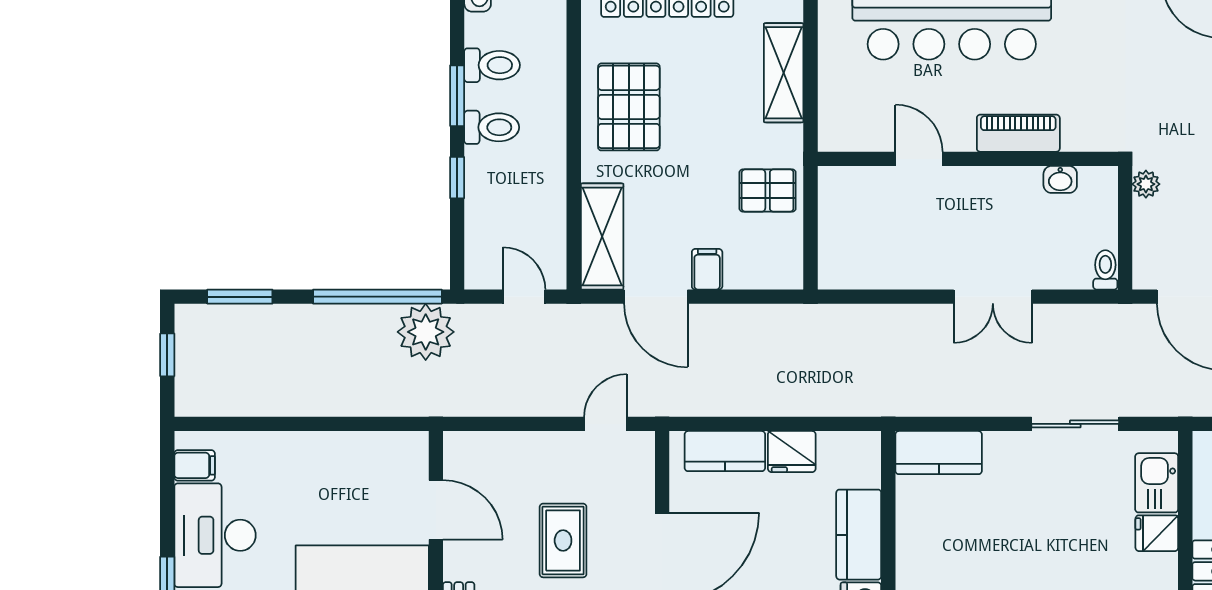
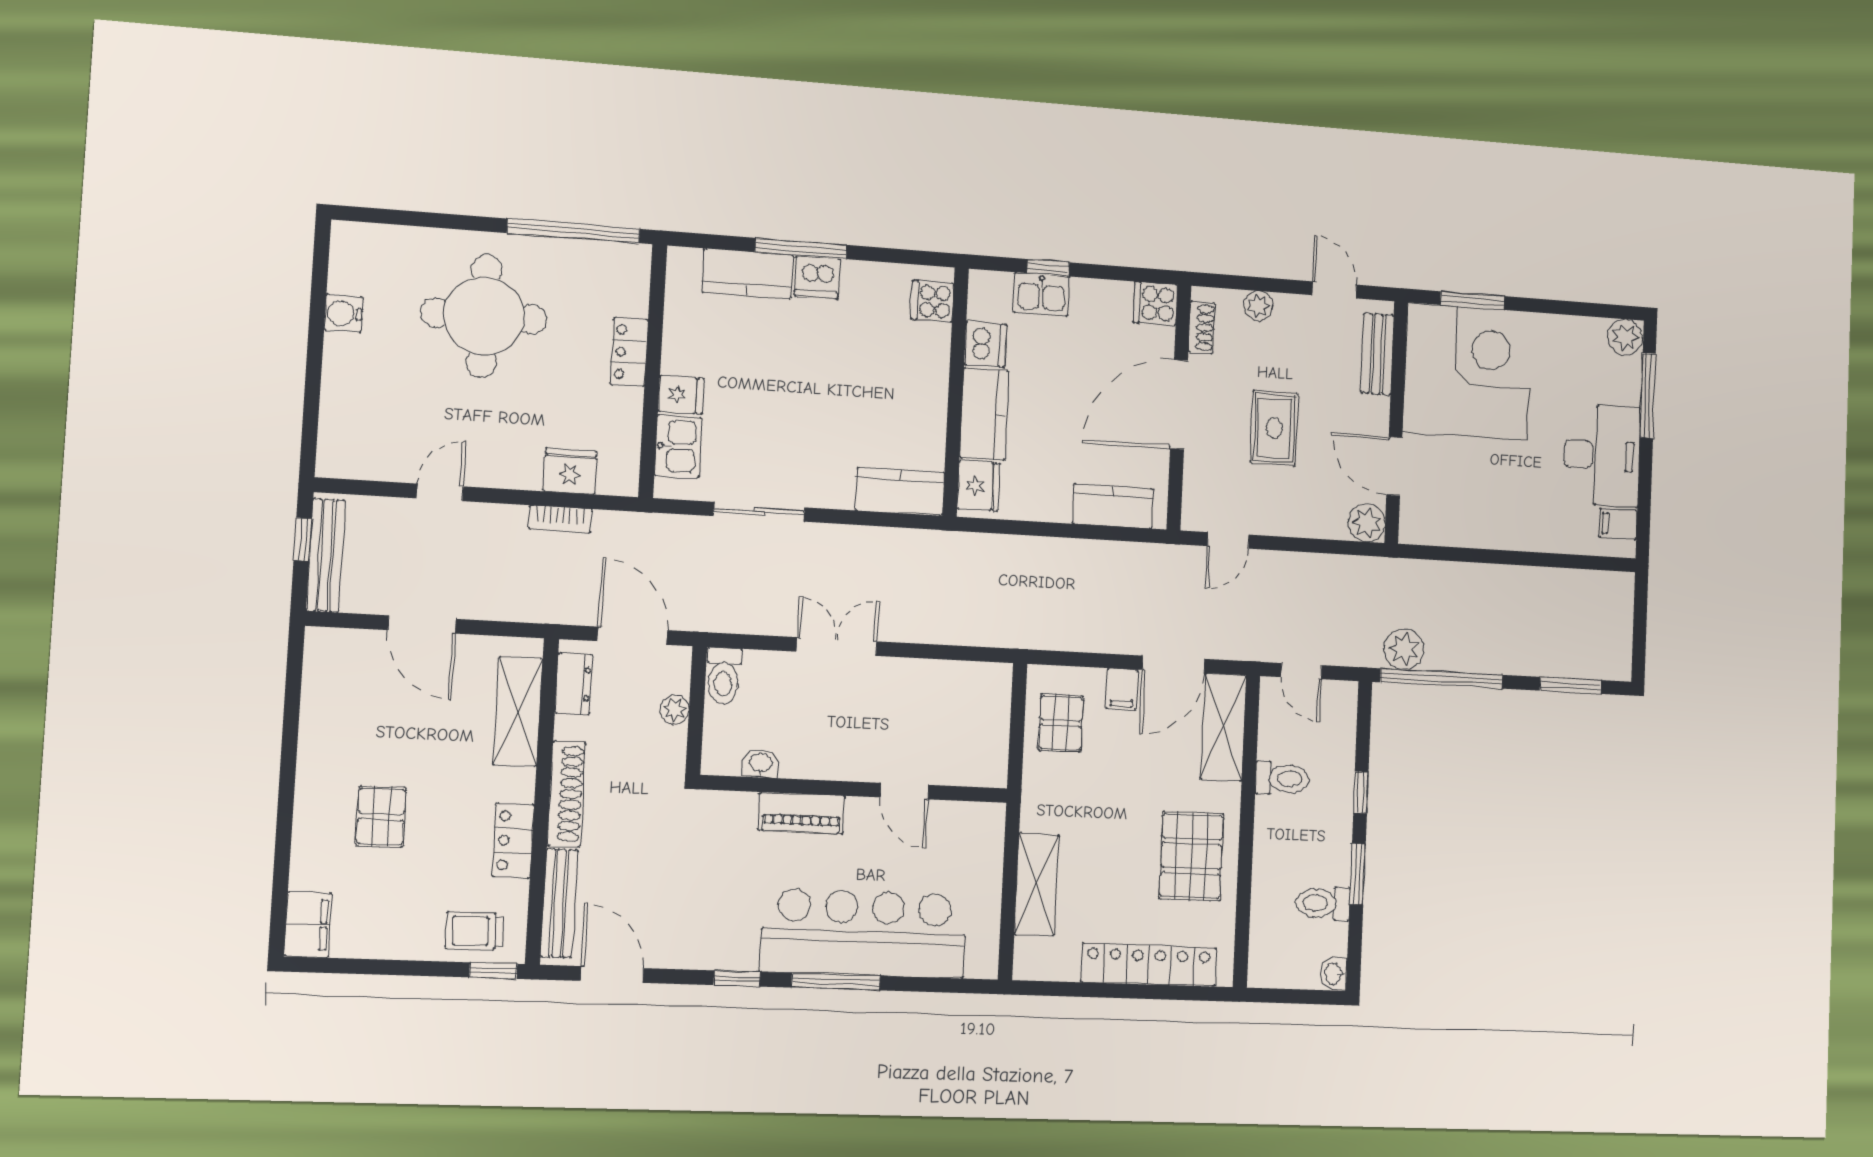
toilet: (492, 127) -> (1282, 779), moved, turned 180
plant: (1146, 184) -> (675, 710), moved
pallet: (768, 191) -> (1061, 723), moved, turned 90
toilet: (1105, 270) -> (723, 676), width x1.37, depth x1.39
door: (656, 297) -> (1174, 664), swing flipped
plant: (426, 332) -> (1404, 649), width x0.73, depth x0.73
window: (167, 355) -> (1640, 632), removed
plant: (462, 450) -> (1367, 523), added
fridge: (792, 452) -> (979, 486), moved, turned 90

